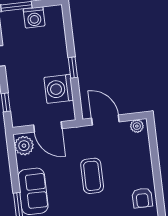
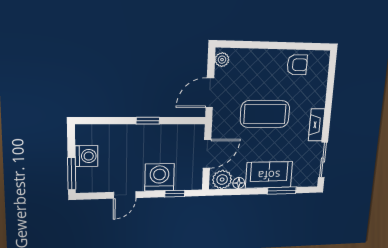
washing machine: (59, 89) -> (159, 177), moved, turned 180
floor lamp: (22, 163) -> (239, 183), added
coffee table: (92, 176) -> (265, 114), width x1.36, depth x1.32

